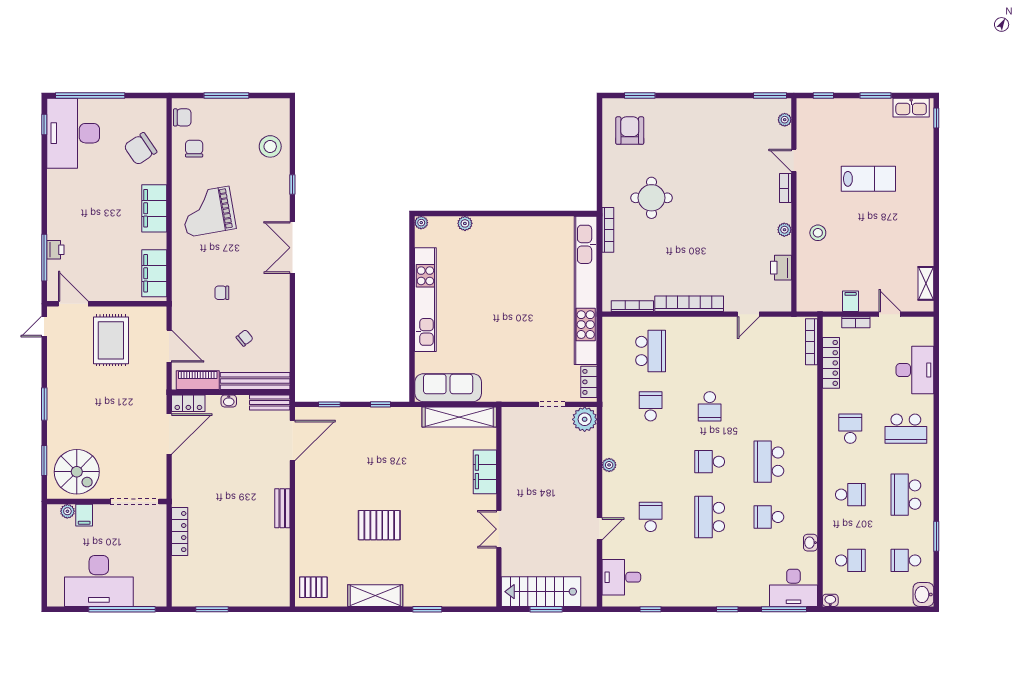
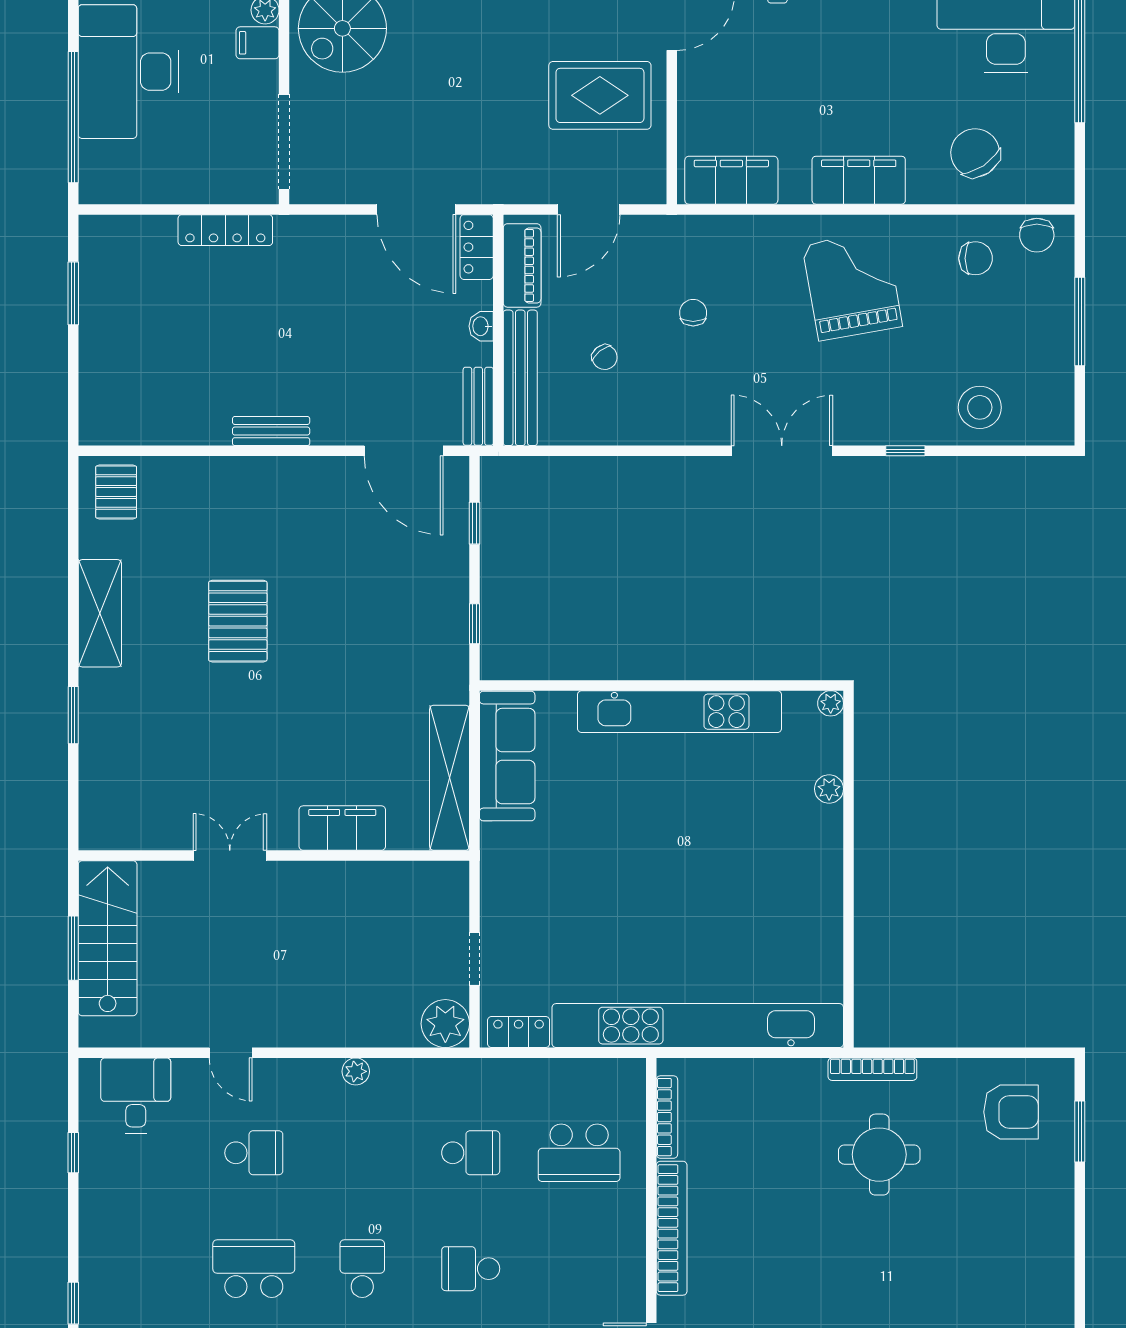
bookcase: (608, 230) -> (872, 1069), moved

